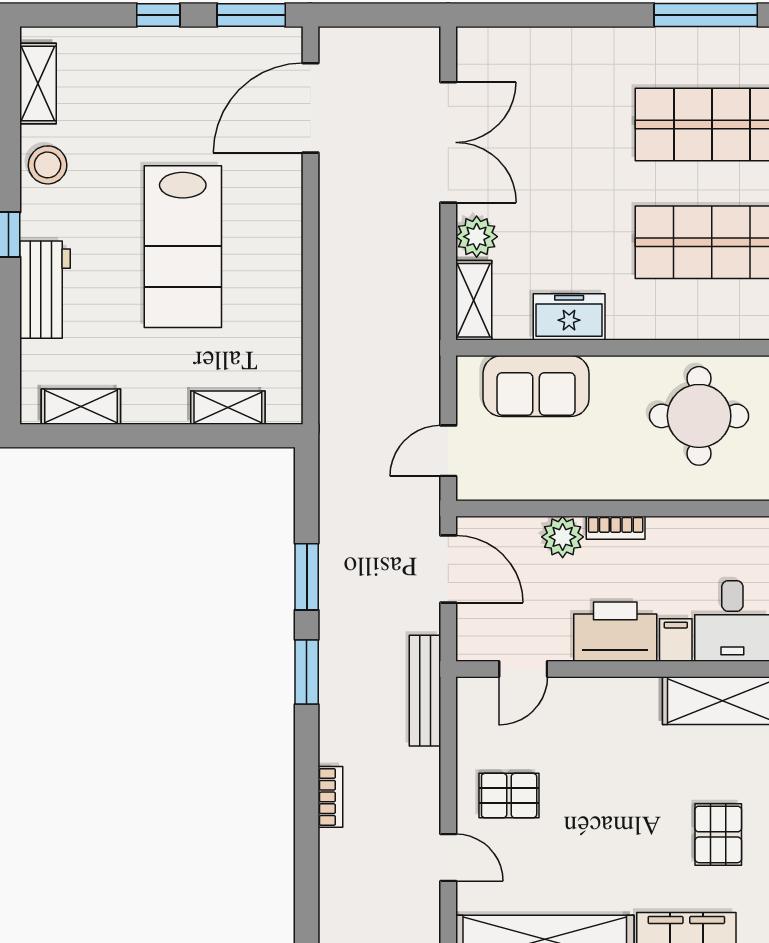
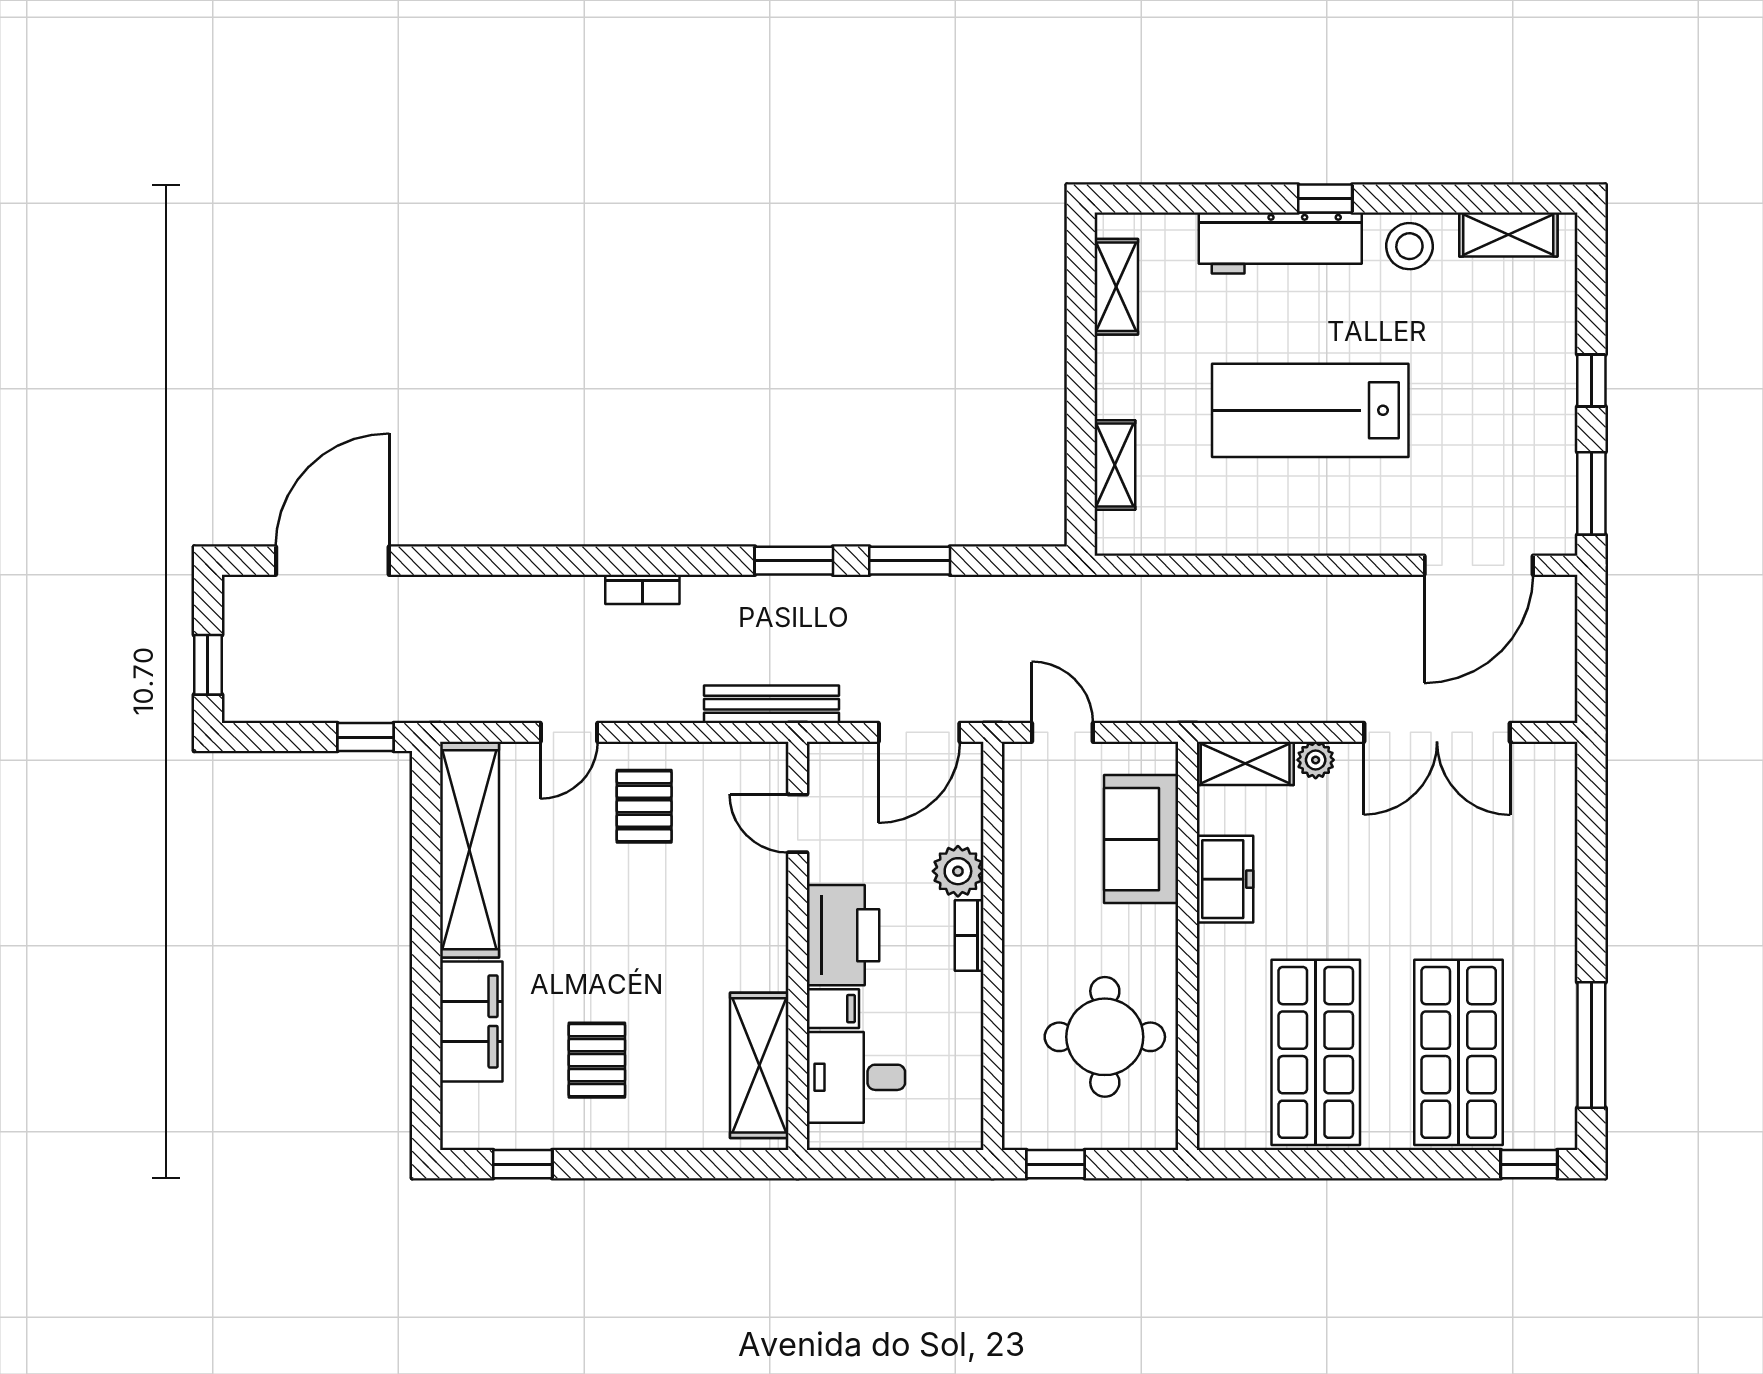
door: (310, 108) -> (1479, 565), swing flipped
plant: (477, 237) -> (1316, 760), width x0.73, depth x0.73
workbench: (45, 290) -> (1280, 243), width x1.38
pallet: (718, 834) -> (597, 1060), turned 90

